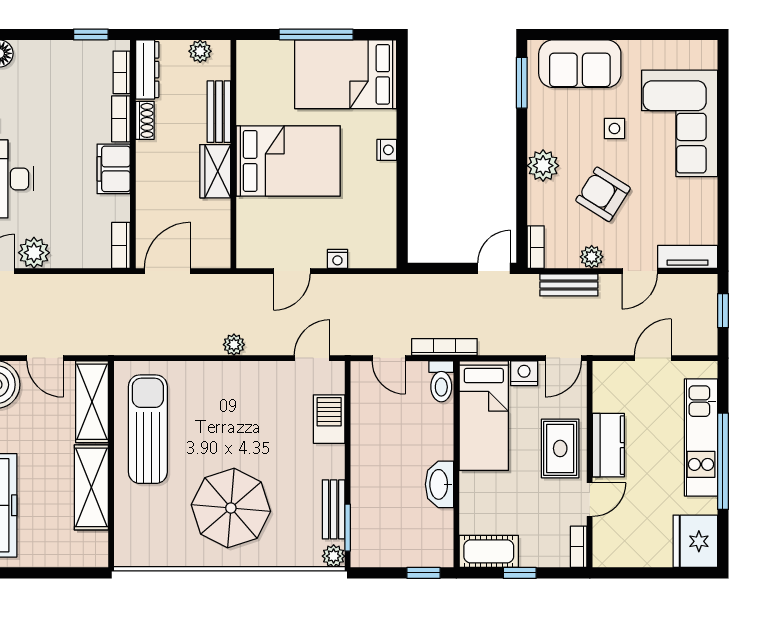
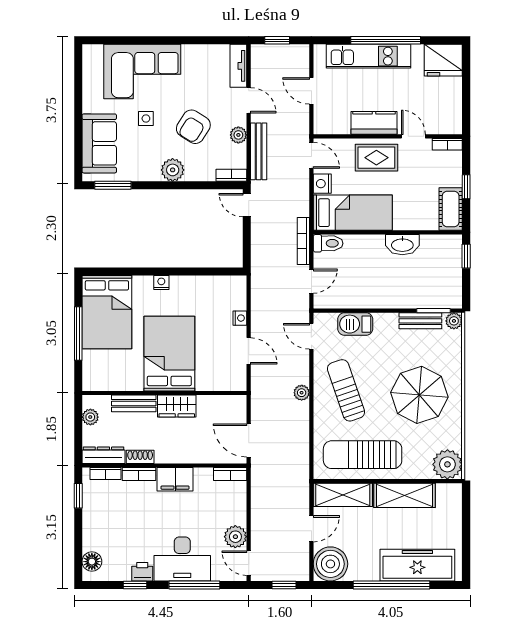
bench: (569, 285) -> (259, 151), width x1.36
sun lounger: (237, 406) -> (346, 390), added
plant: (134, 547) -> (447, 464), added

